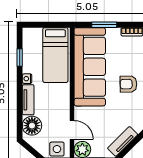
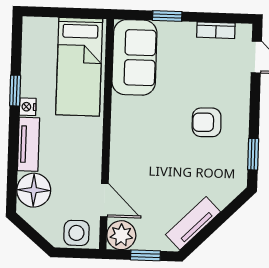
window: (104, 25) -> (167, 16), width x0.67
window: (20, 58) -> (15, 91), moved
sofa: (90, 67) -> (134, 57), width x0.54, depth x0.79

